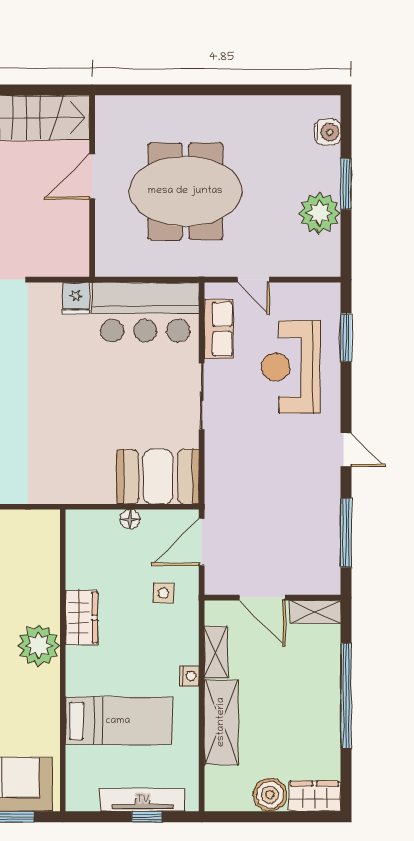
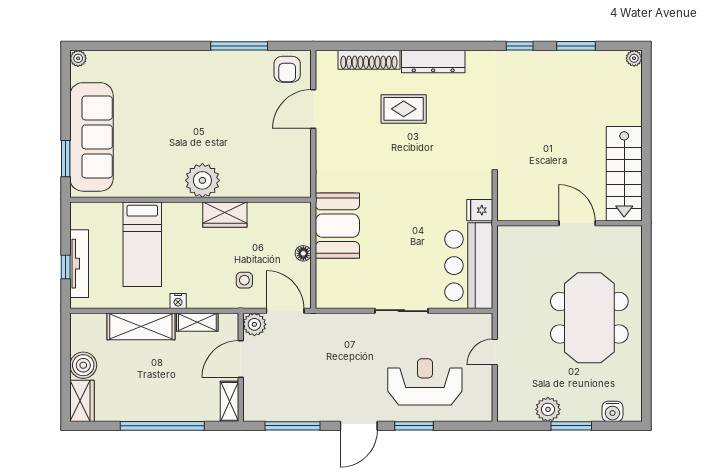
meeting table: (185, 191) -> (589, 318), moved
plant: (320, 213) -> (548, 409), width x0.73, depth x0.73
row of seats: (219, 329) -> (455, 324), removed
window: (346, 338) -> (414, 426), moved
door: (346, 450) -> (359, 426), width x1.38
booth: (158, 477) -> (337, 226), moved
plant: (219, 580) -> (254, 324), added

